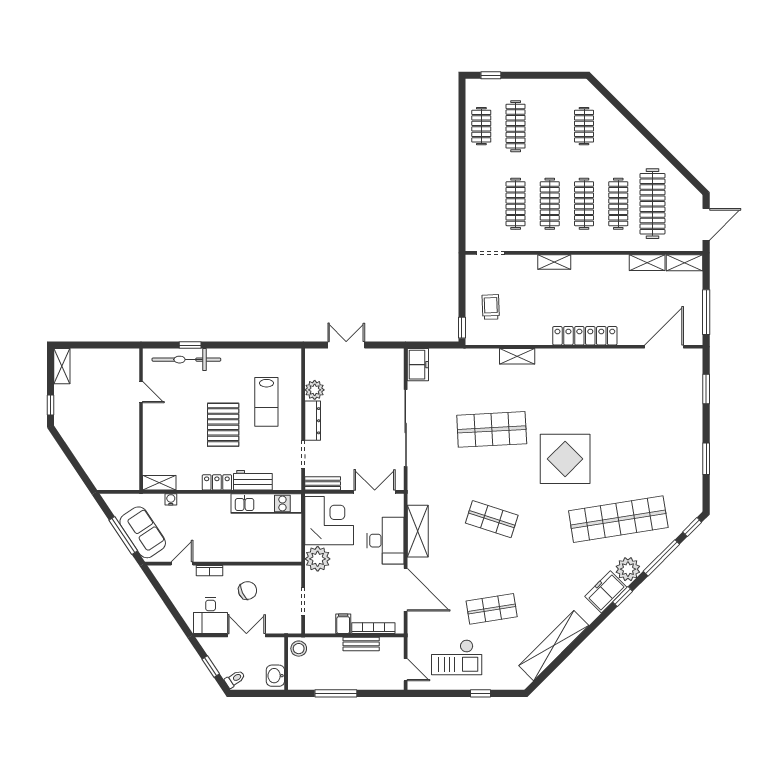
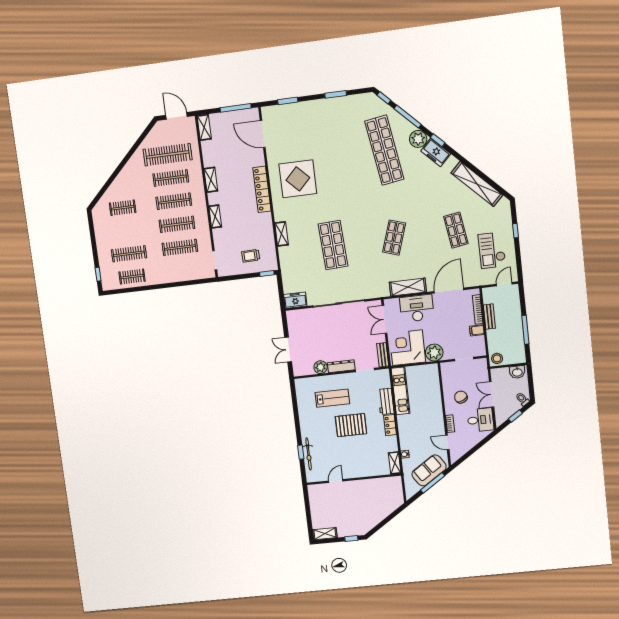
shelving: (647, 263) -> (211, 180), moved
bicycle: (186, 360) -> (309, 454), width x0.73, depth x0.71
display table: (565, 459) -> (298, 179), moved
checkout: (457, 657) -> (492, 250), turned 180

